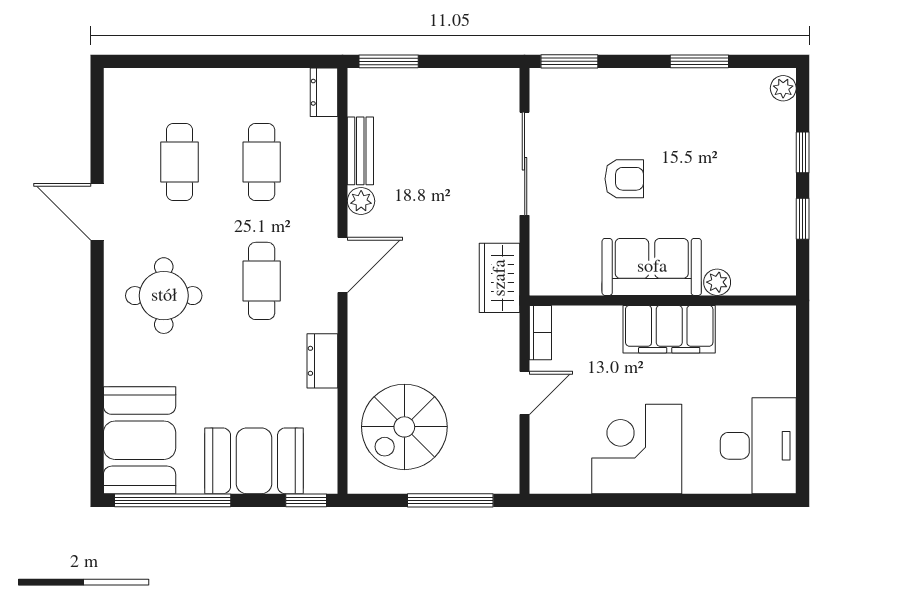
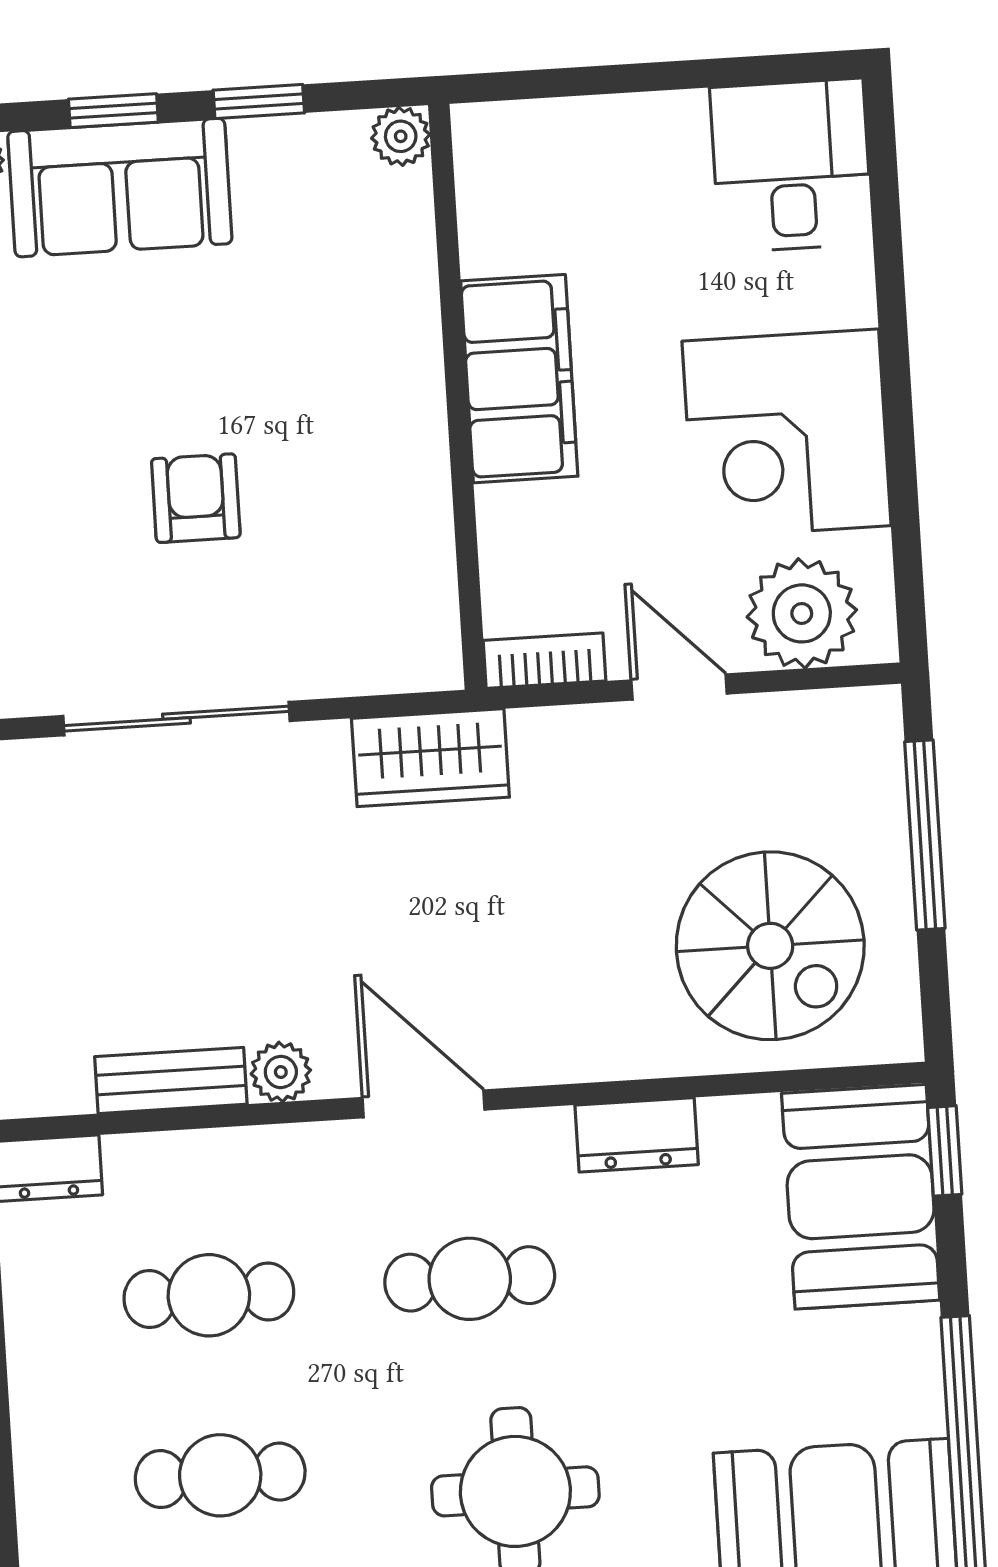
sofa: (652, 267) -> (120, 188), moved, turned -90
plant: (717, 282) -> (401, 136), moved
desk: (758, 446) -> (791, 166), width x0.73
plant: (554, 451) -> (802, 613), added
booth: (254, 461) -> (861, 1197), moved

